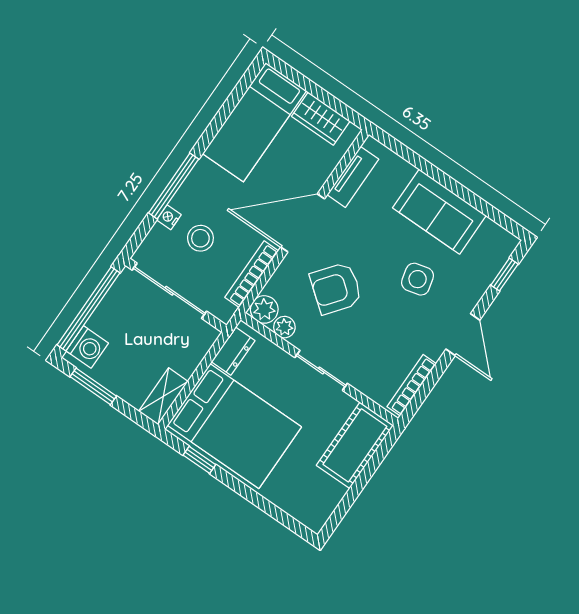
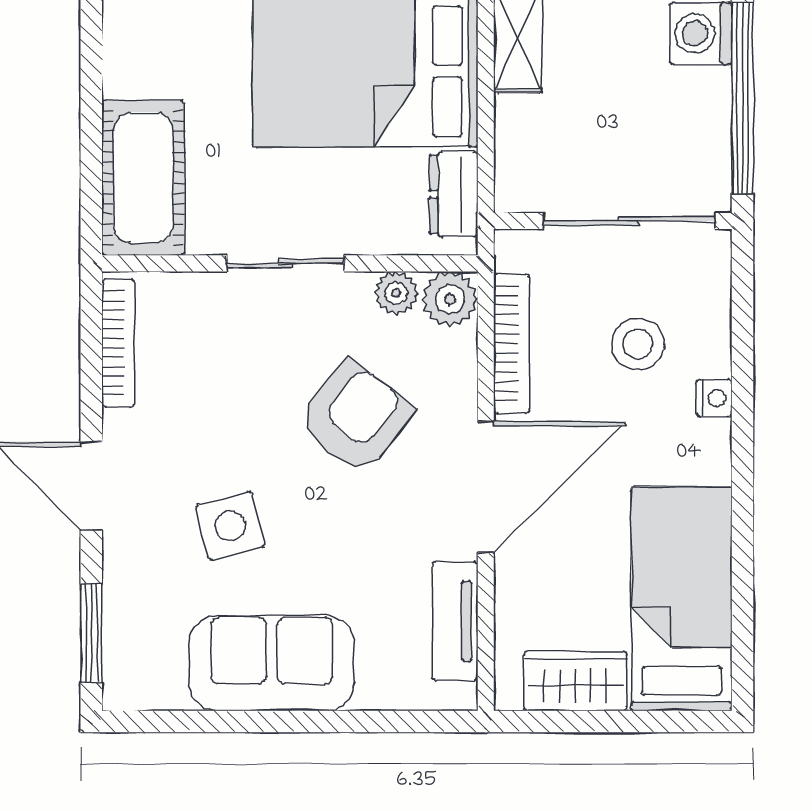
window: (174, 186) -> (743, 400), removed
nightstand: (169, 217) -> (714, 398), moved
window: (504, 275) -> (91, 633), width x1.50

